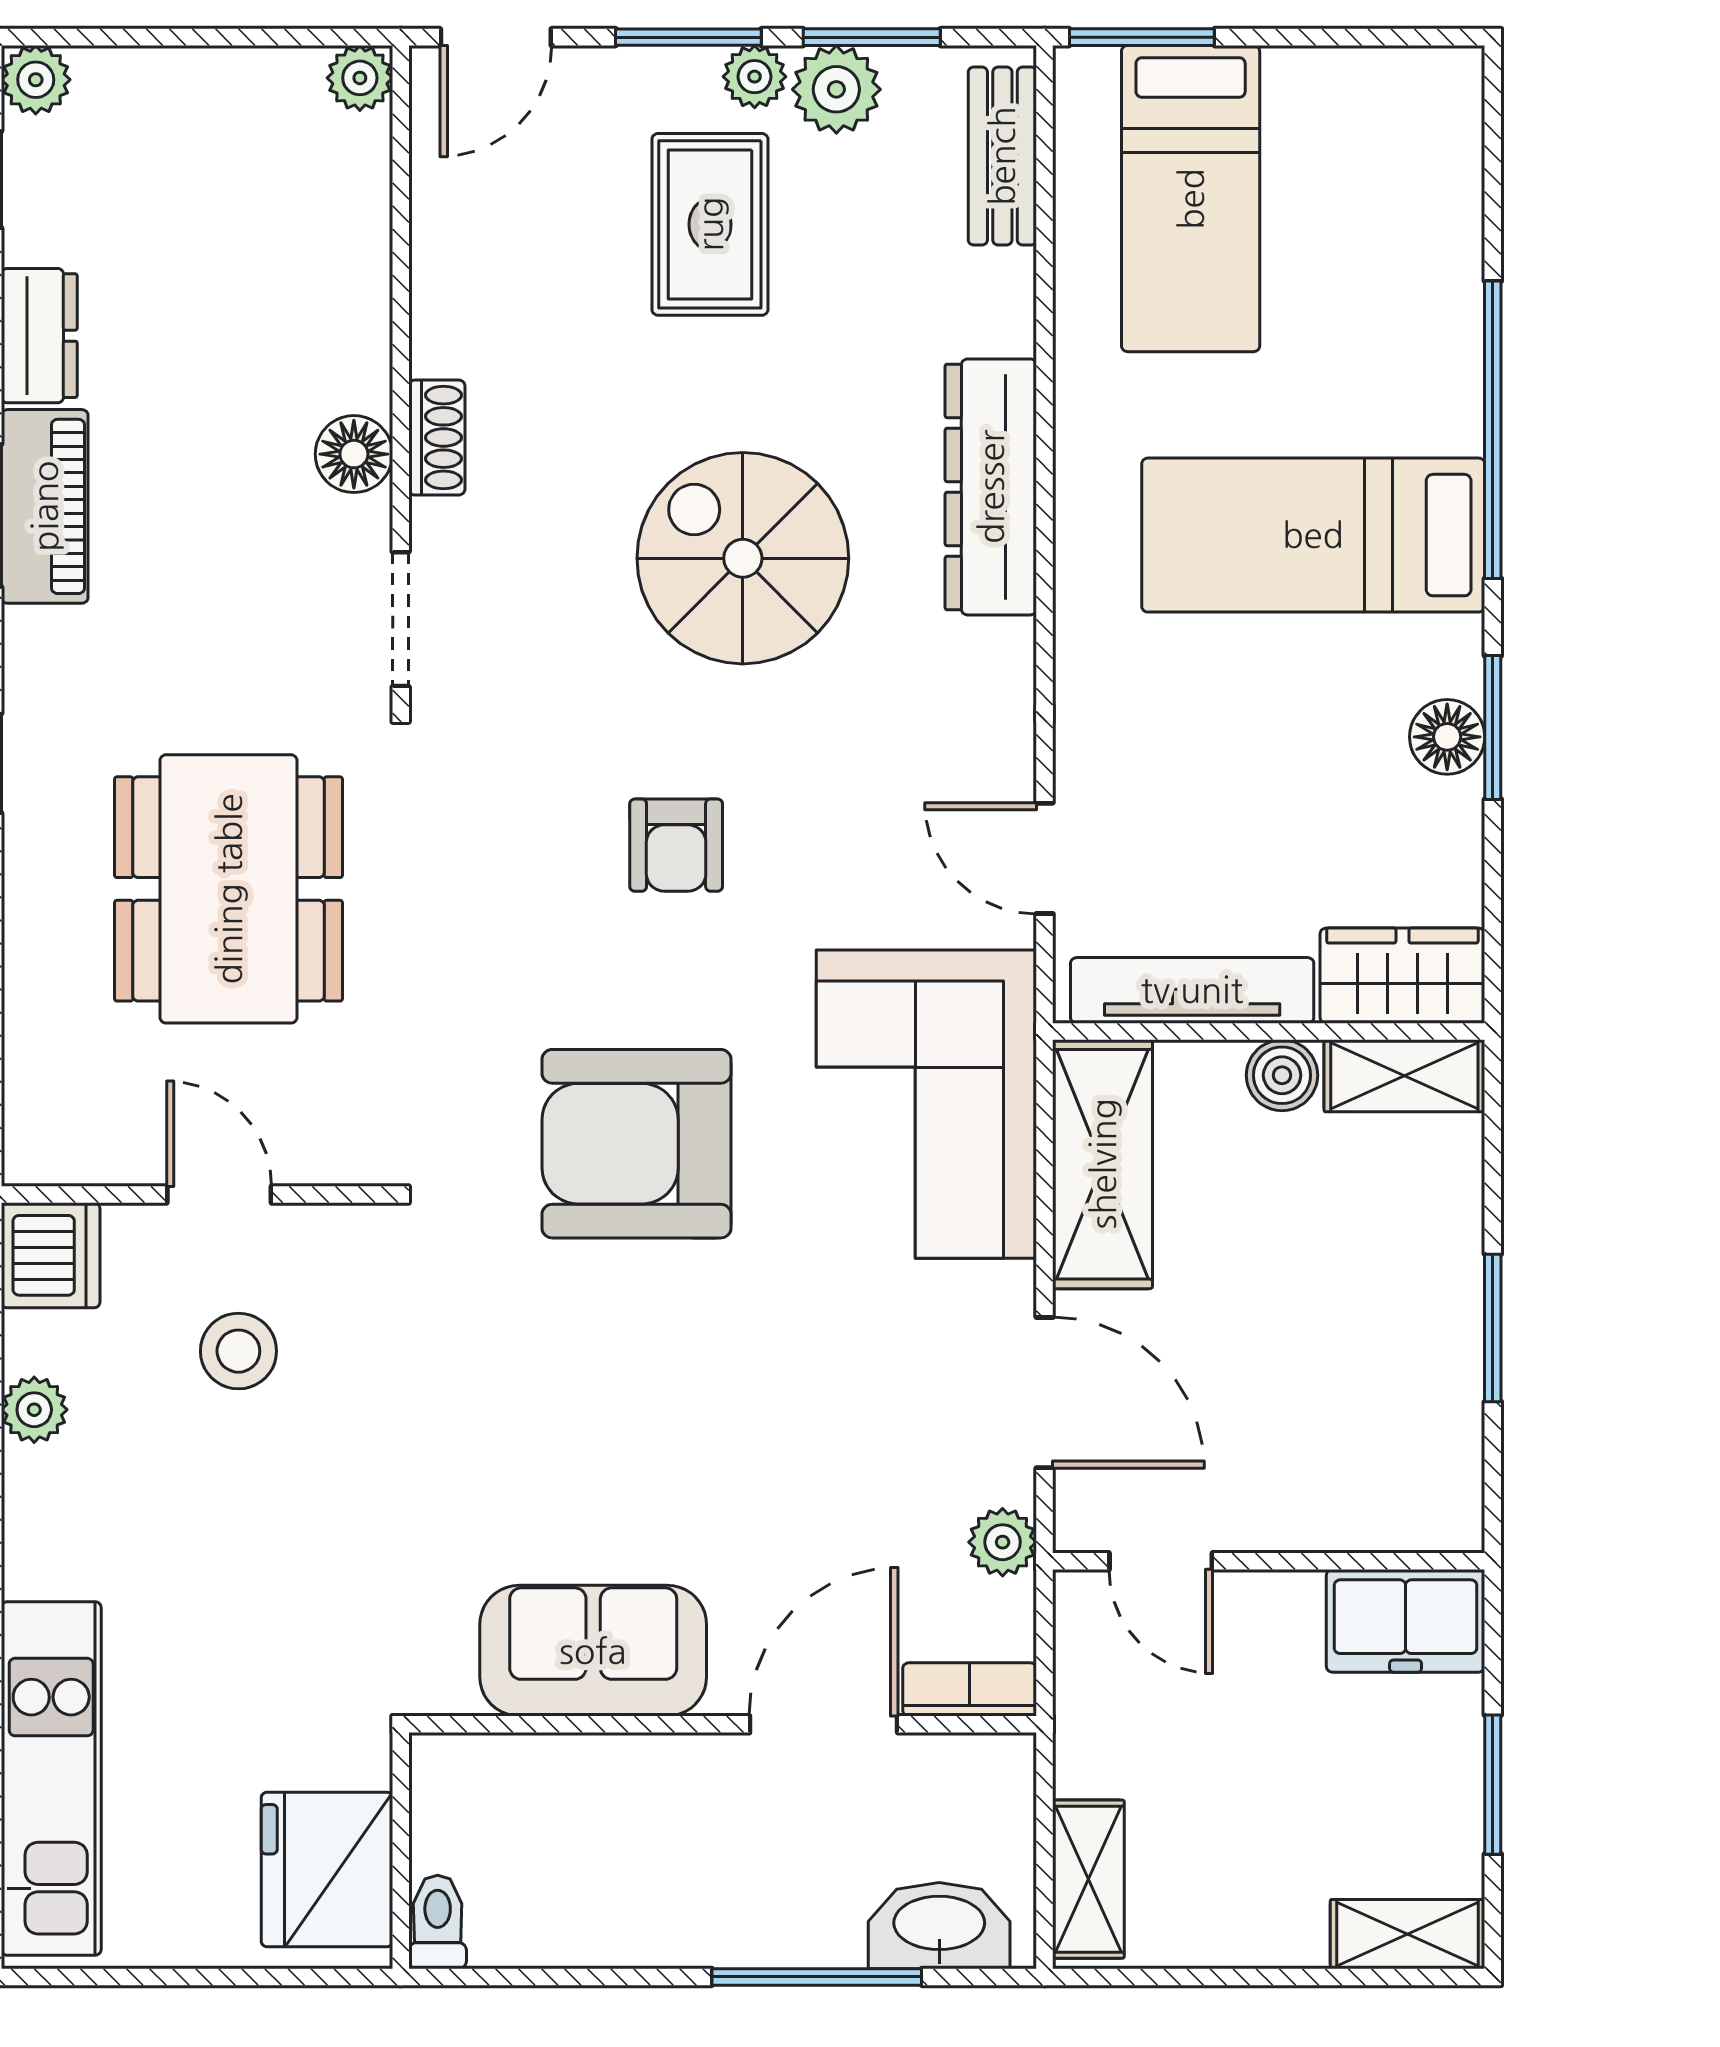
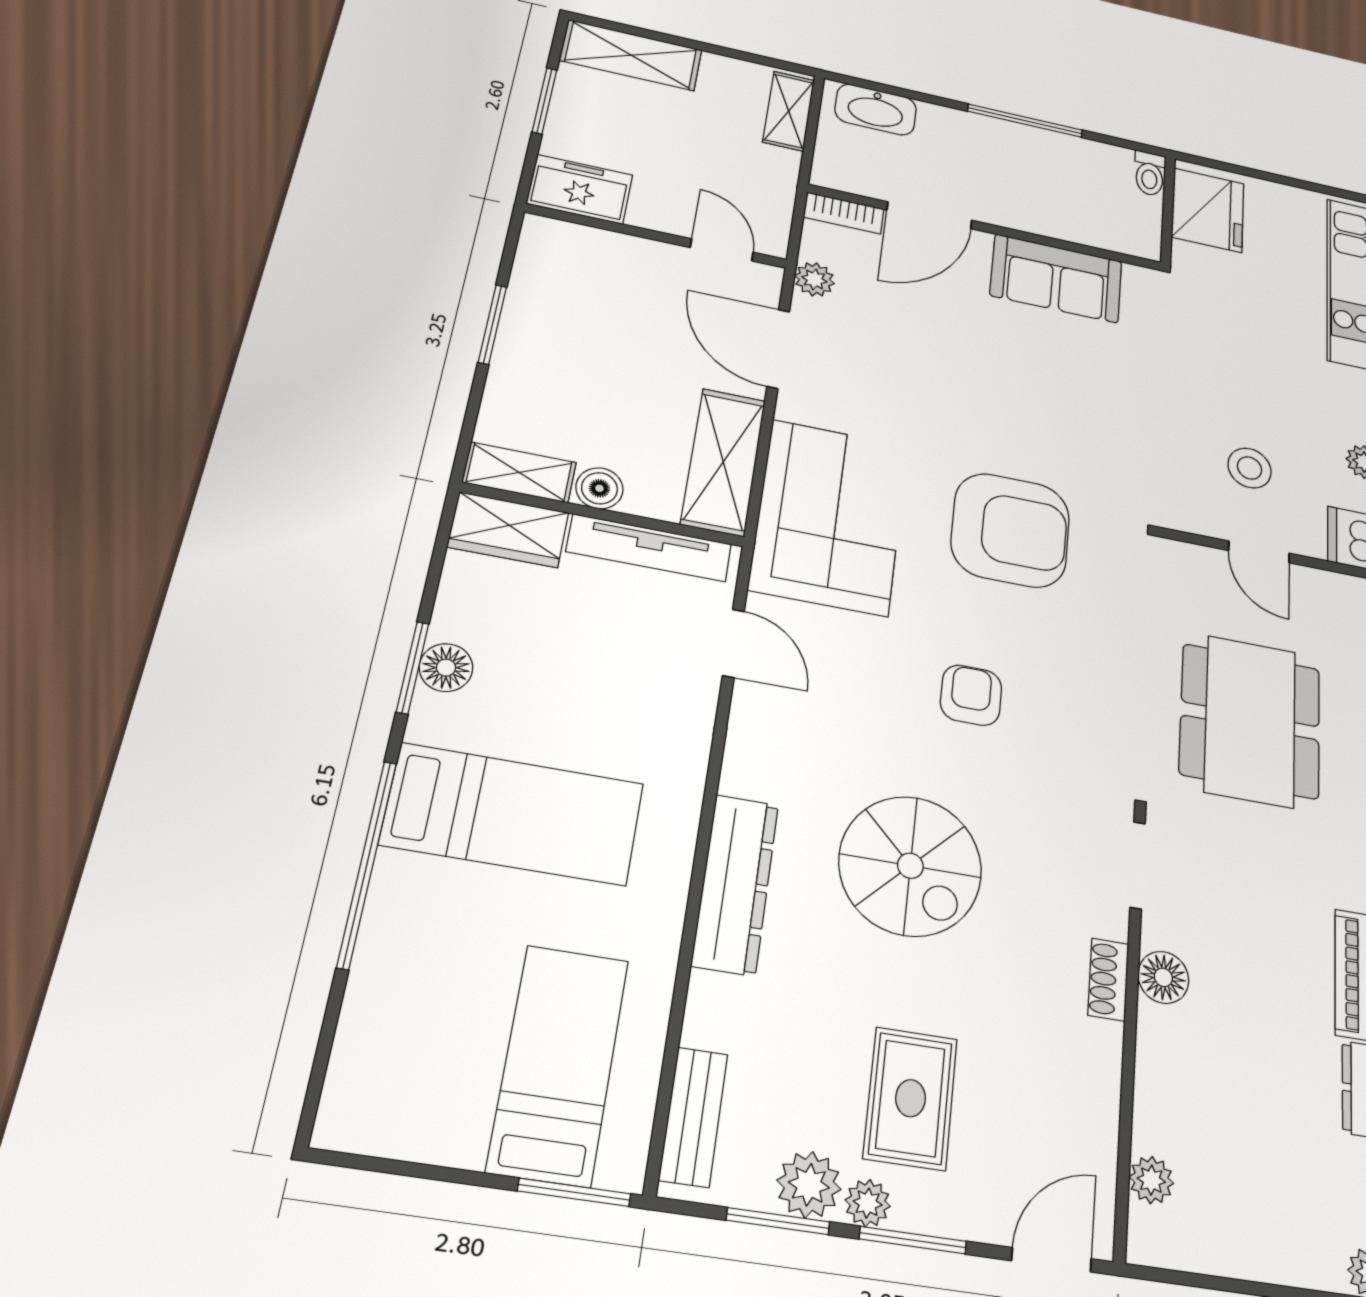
plant: (360, 78) -> (1151, 1180), moved
shelving: (1407, 1934) -> (631, 55), width x1.50, depth x1.33
window: (817, 1977) -> (1025, 121), moved

